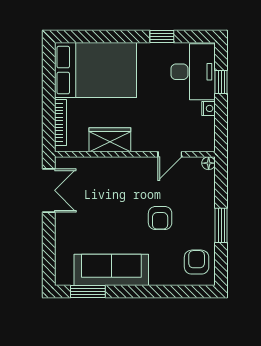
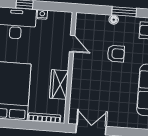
floor lamp: (209, 163) -> (114, 20), moved

